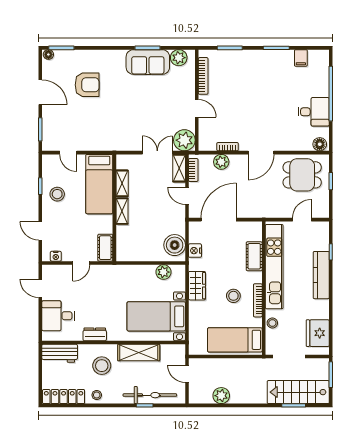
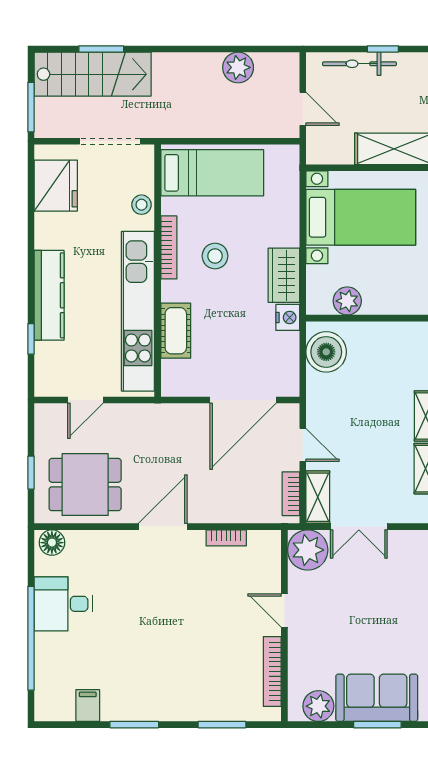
plant: (221, 162) -> (238, 509), removed
nightstand: (195, 251) -> (288, 317), moved
bicycle: (150, 395) -> (359, 64), width x0.73, depth x0.71

